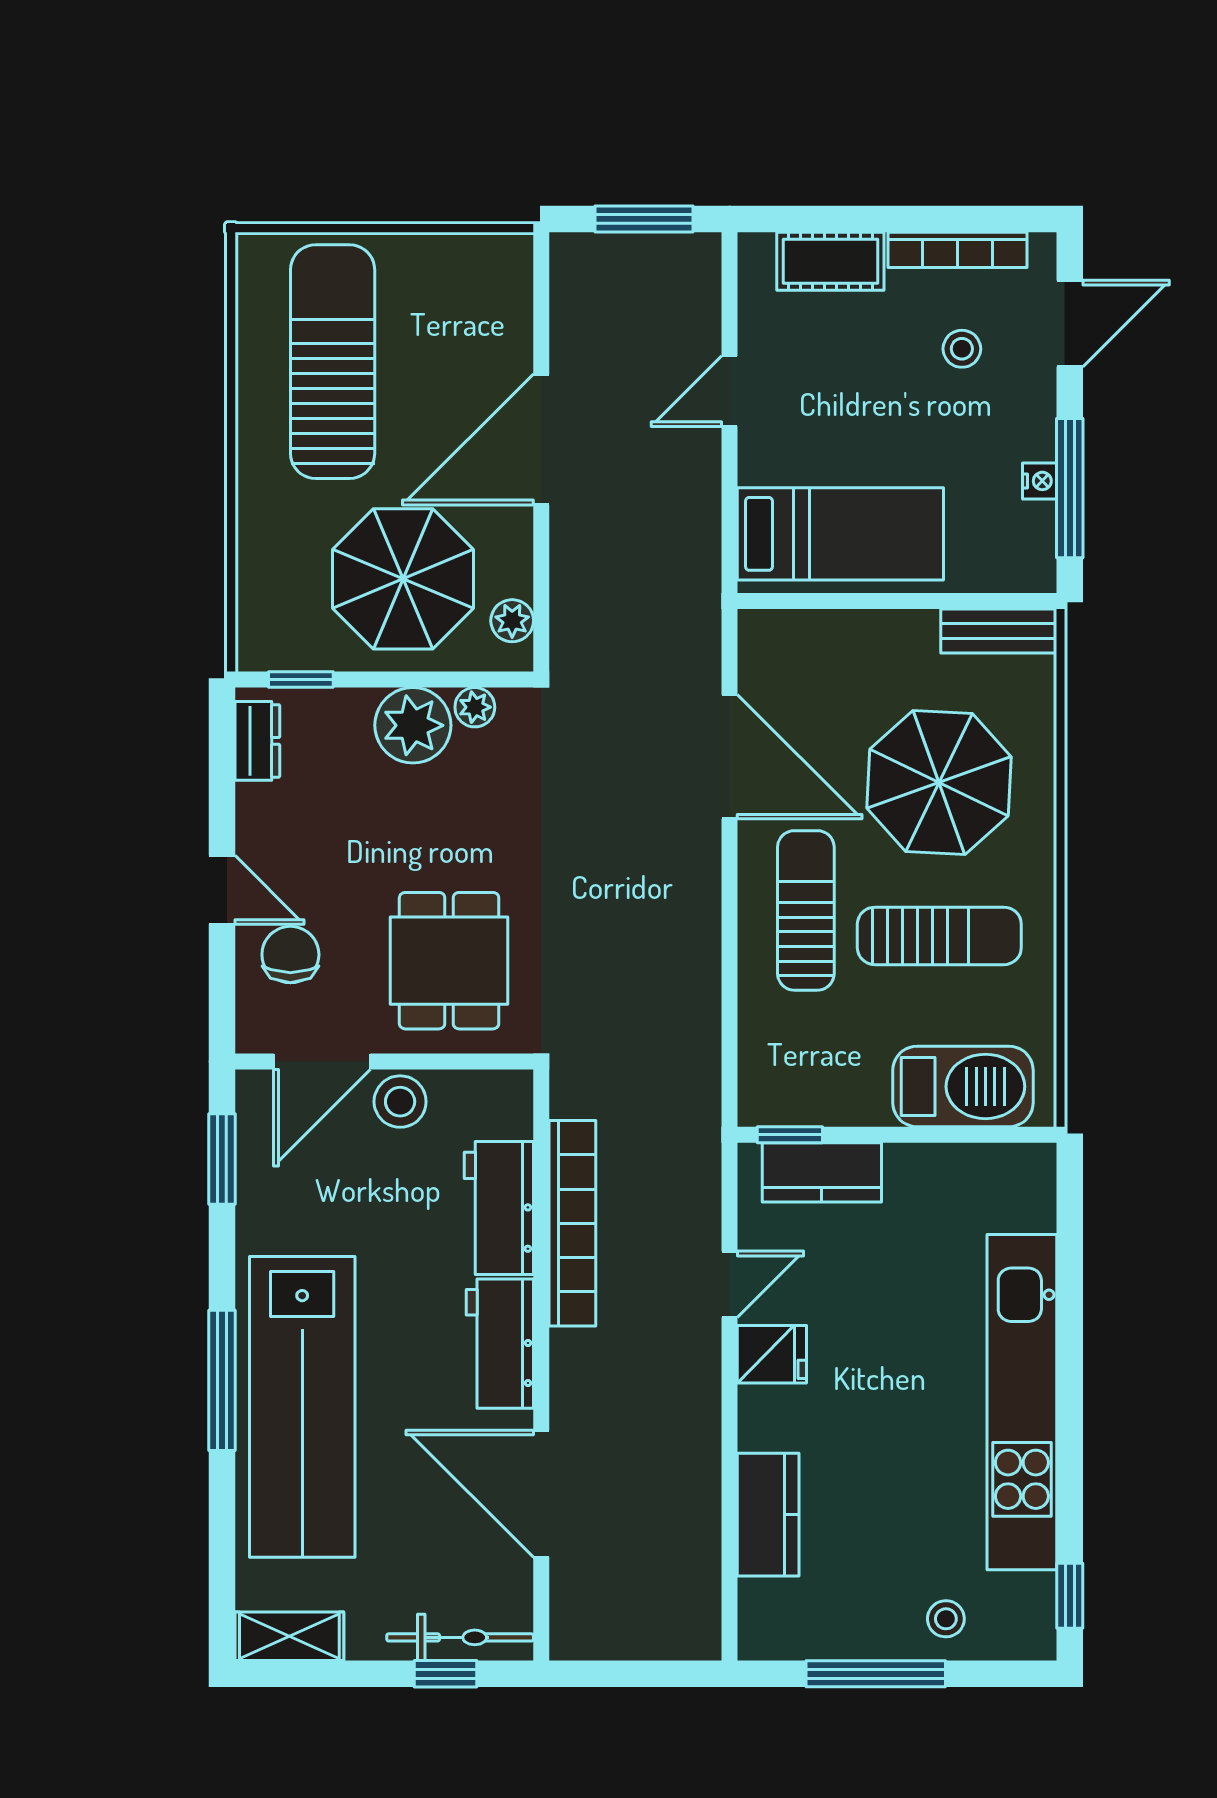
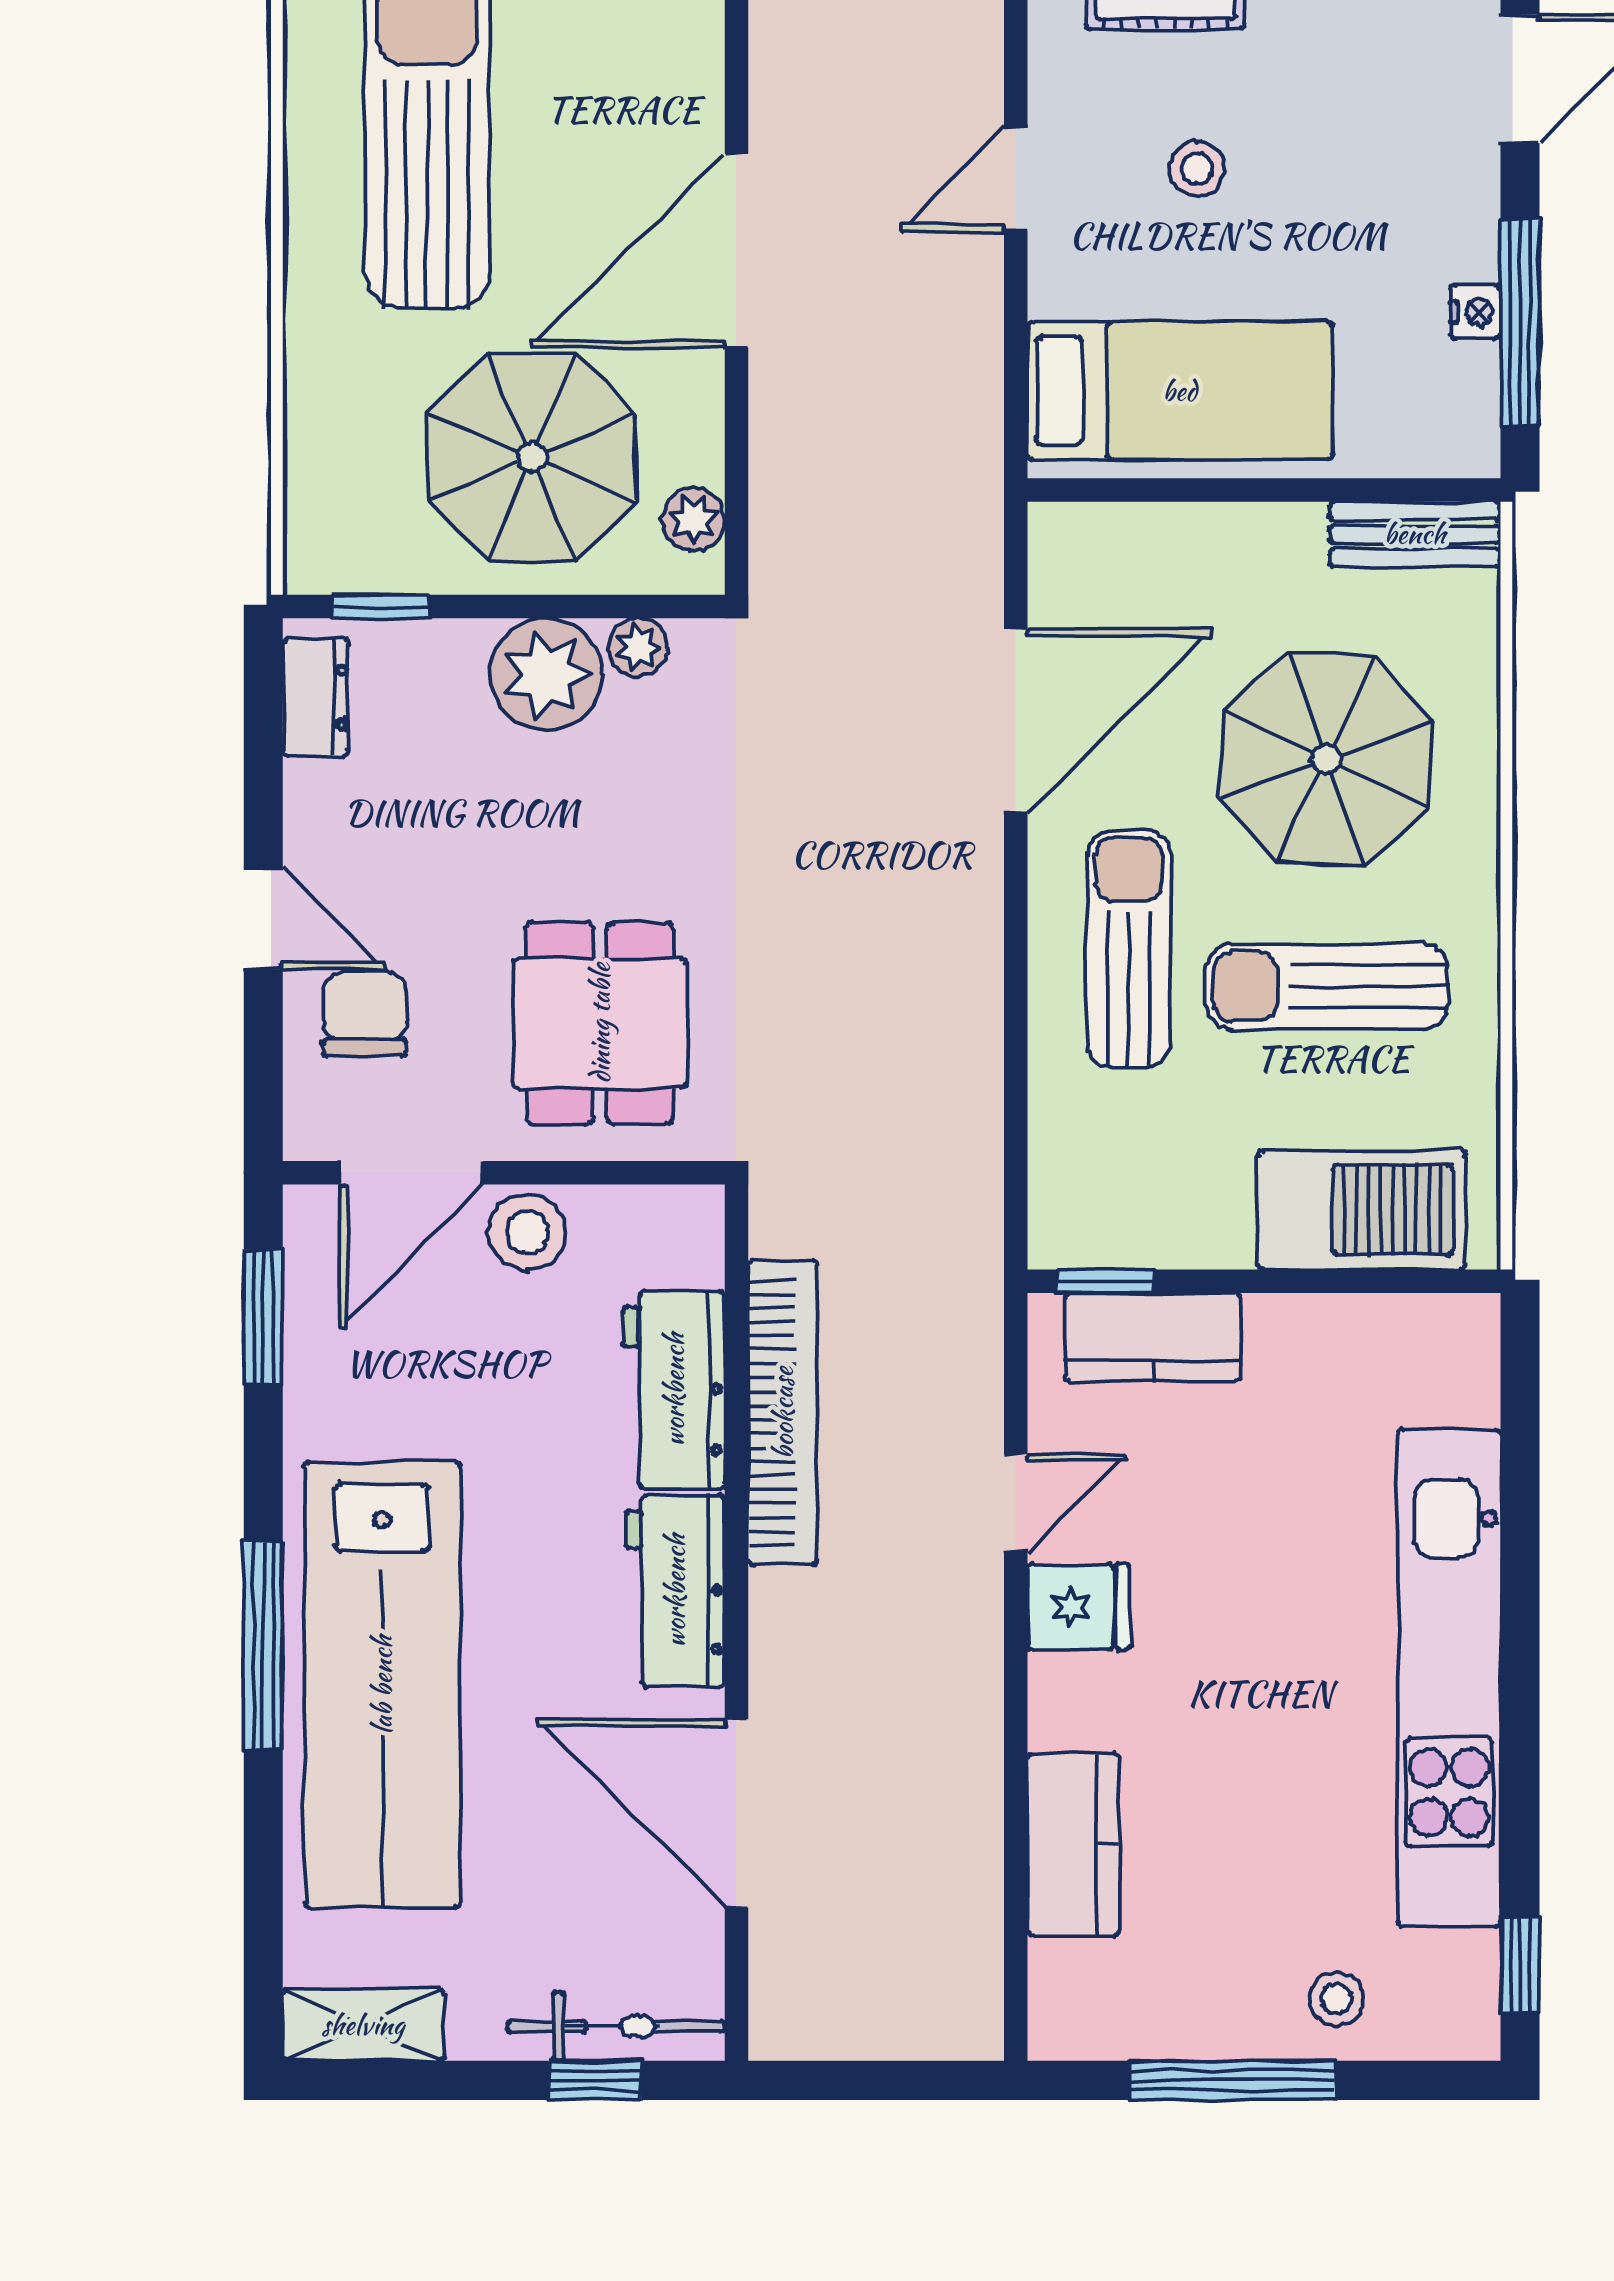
stool: (962, 349) -> (1197, 169), moved
door: (730, 757) -> (1016, 721), hinge flipped
sun lounger: (939, 936) -> (1327, 987), turned 180

